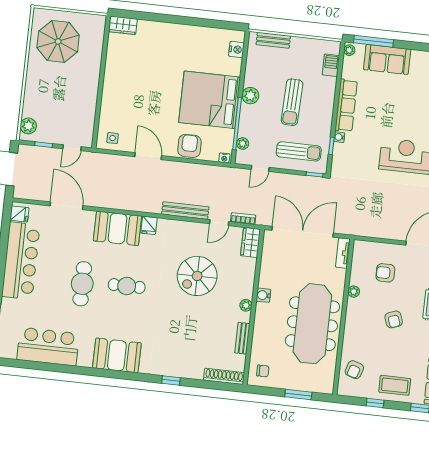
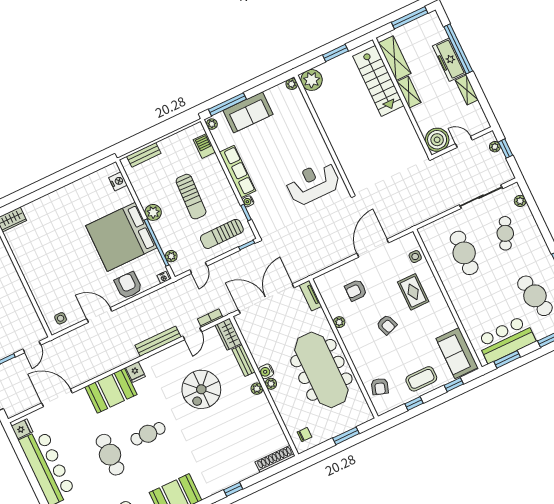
sun lounger: (299, 151) -> (222, 234), turned 180
plant: (261, 309) -> (271, 384), added
bench: (242, 338) -> (244, 361), moved

